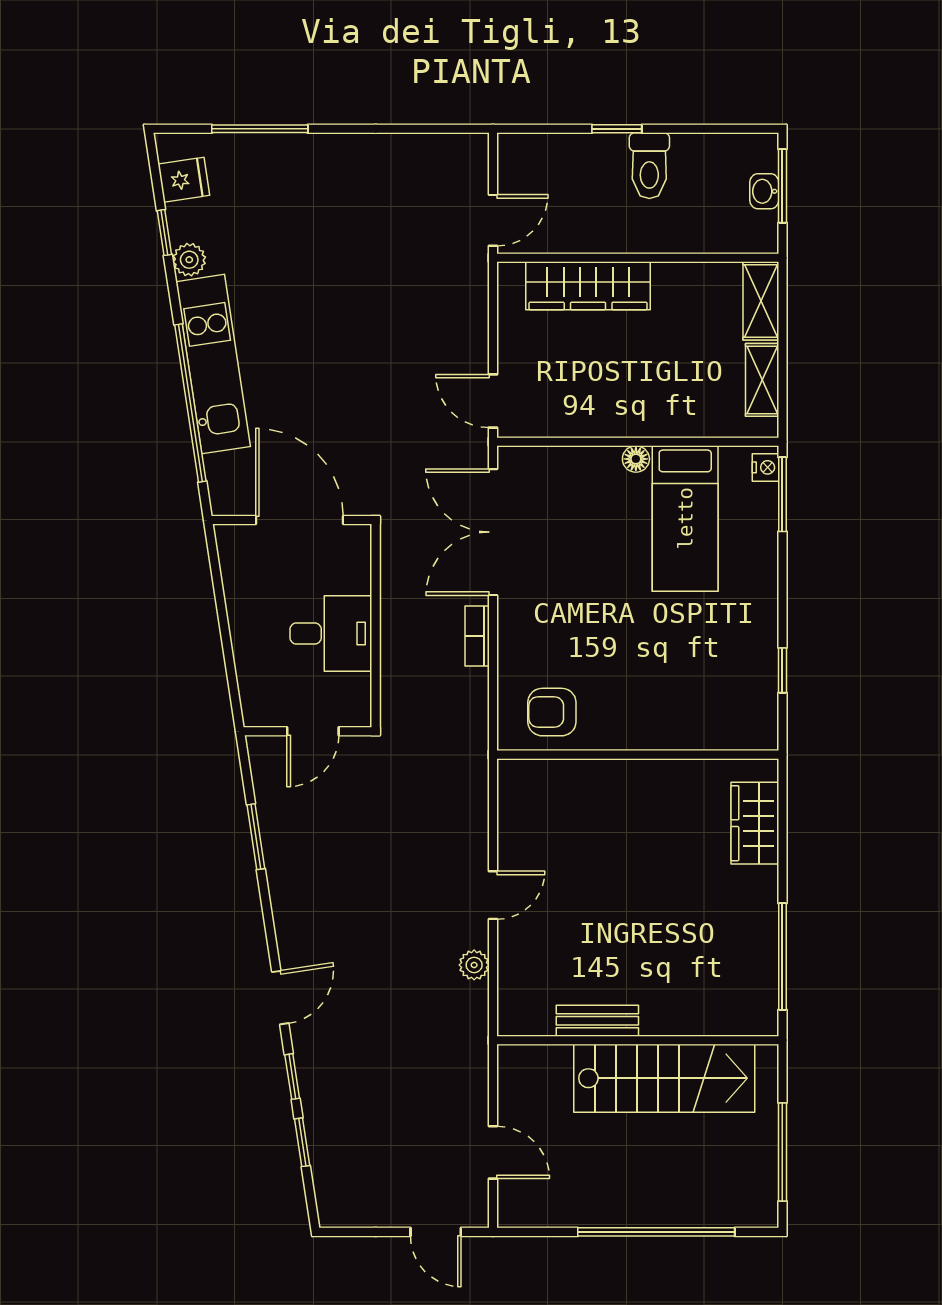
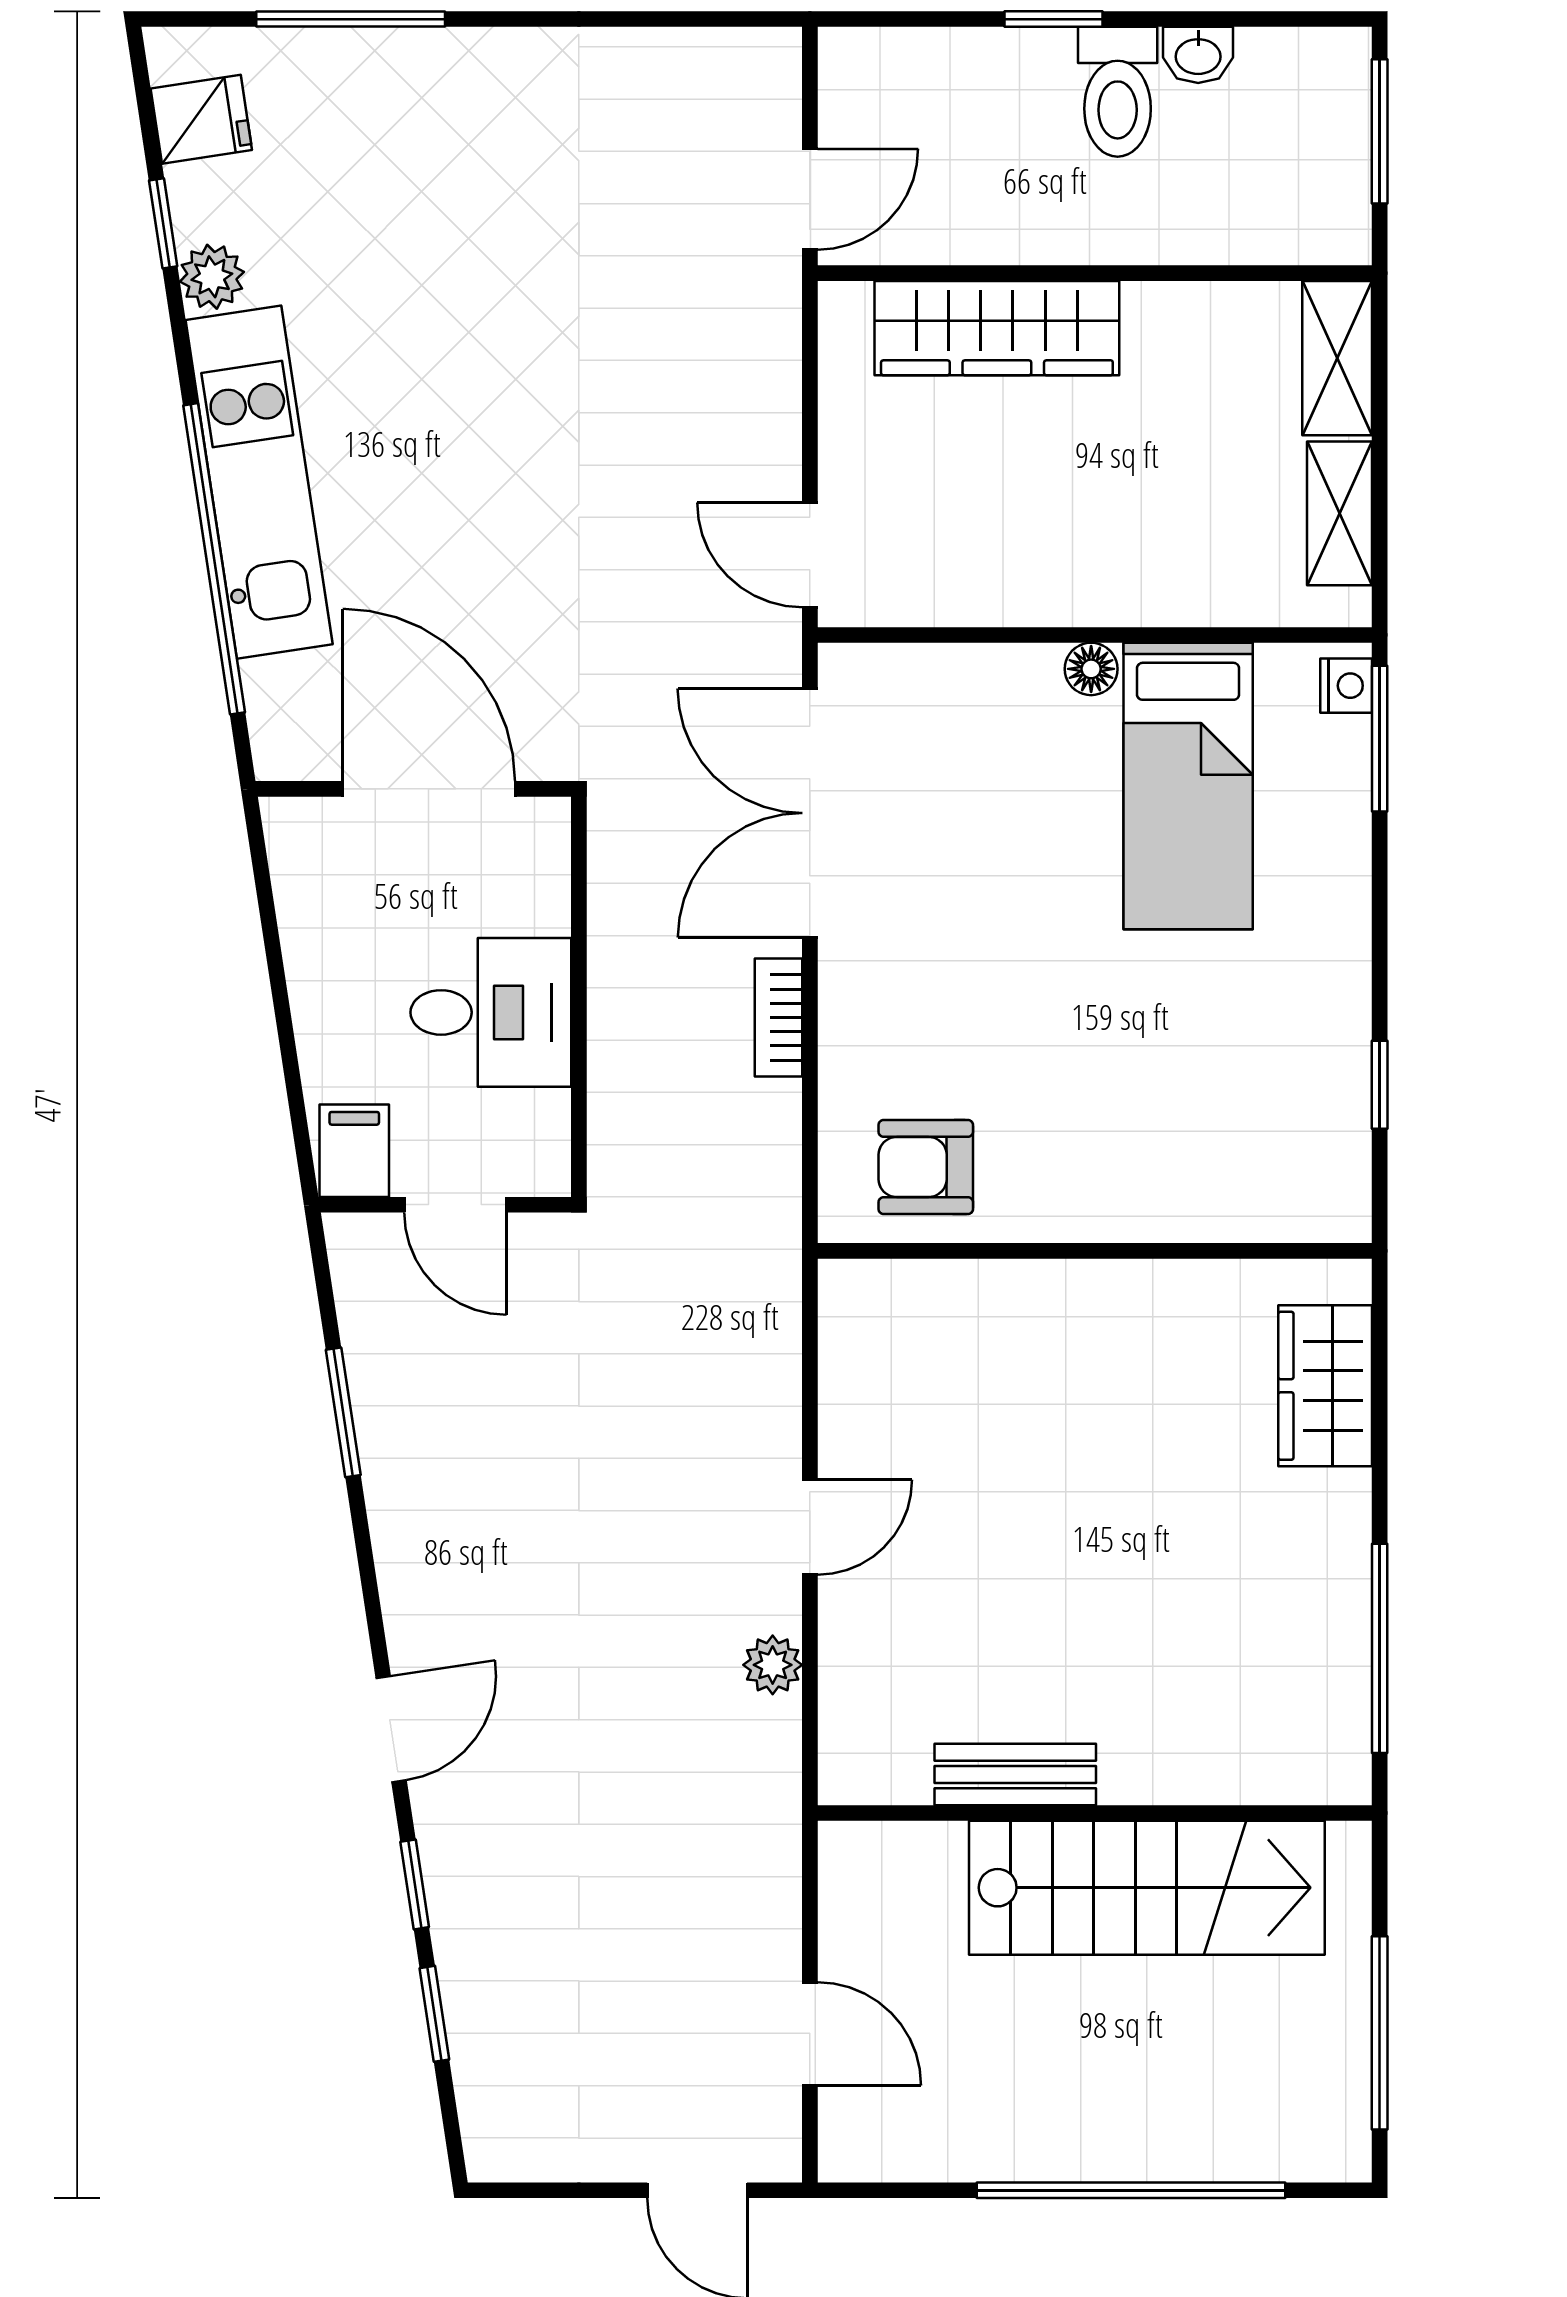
washbasin: (764, 191) -> (1198, 55), moved, turned -90
filing cabinet: (262, 704) -> (354, 1151), added
door: (313, 731) -> (455, 1205), hinge flipped

